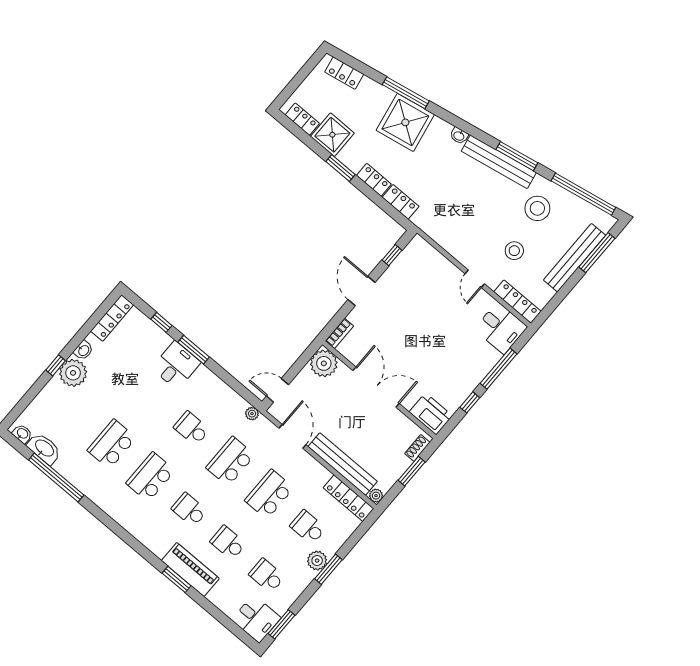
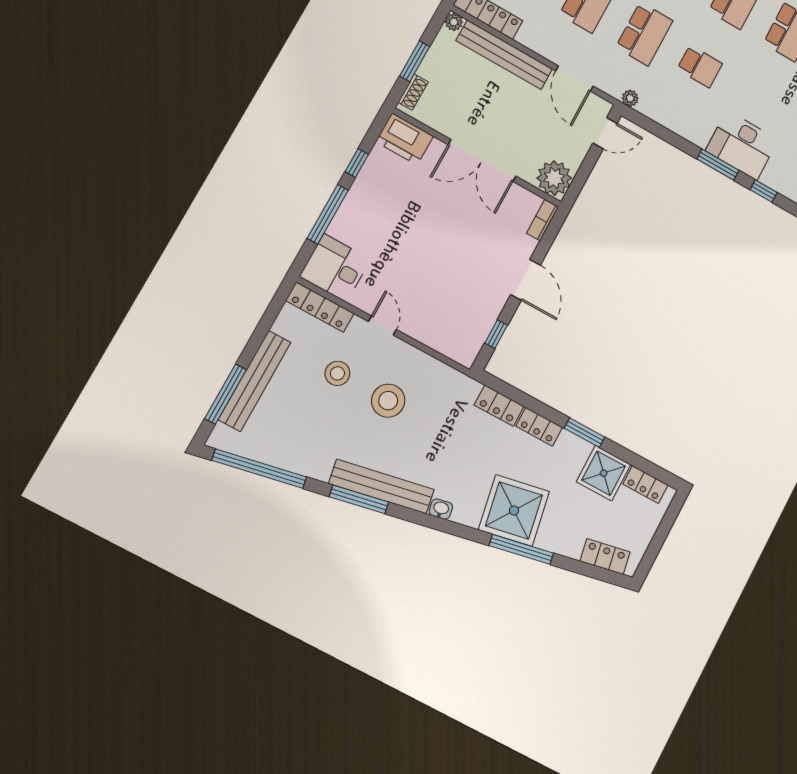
stool: (537, 208) -> (388, 401), moved
desk: (176, 365) -> (742, 145), width x1.37

